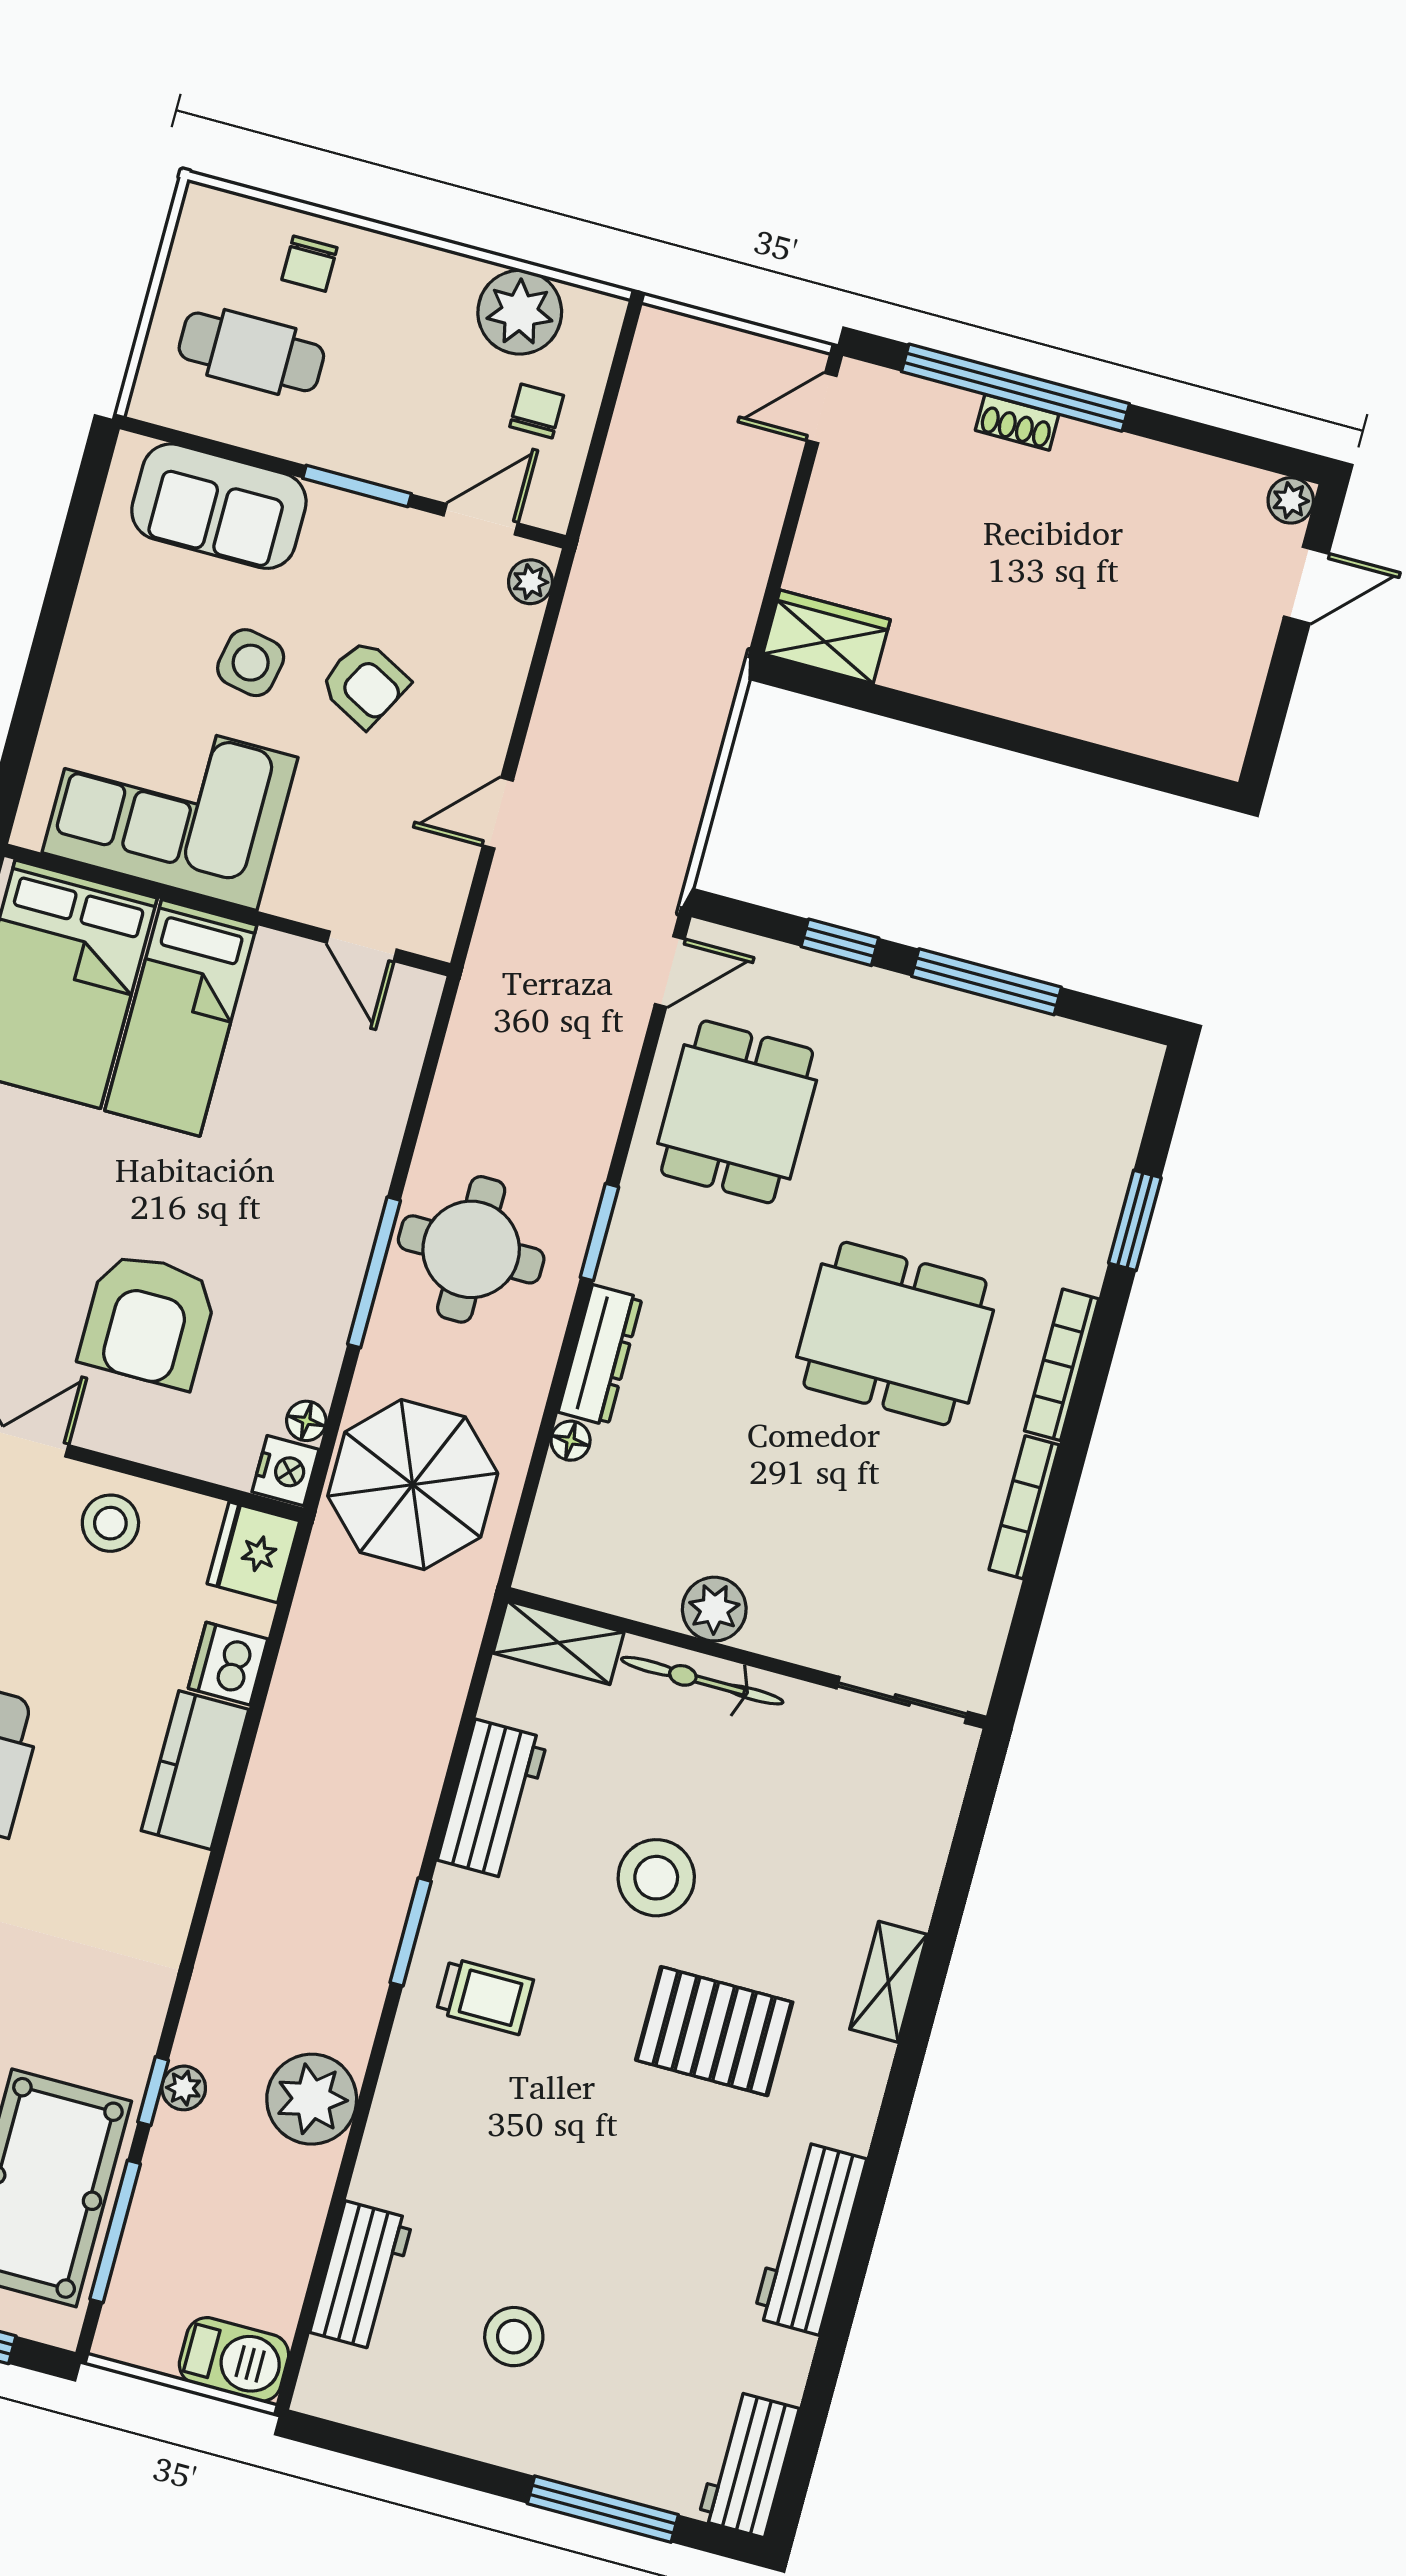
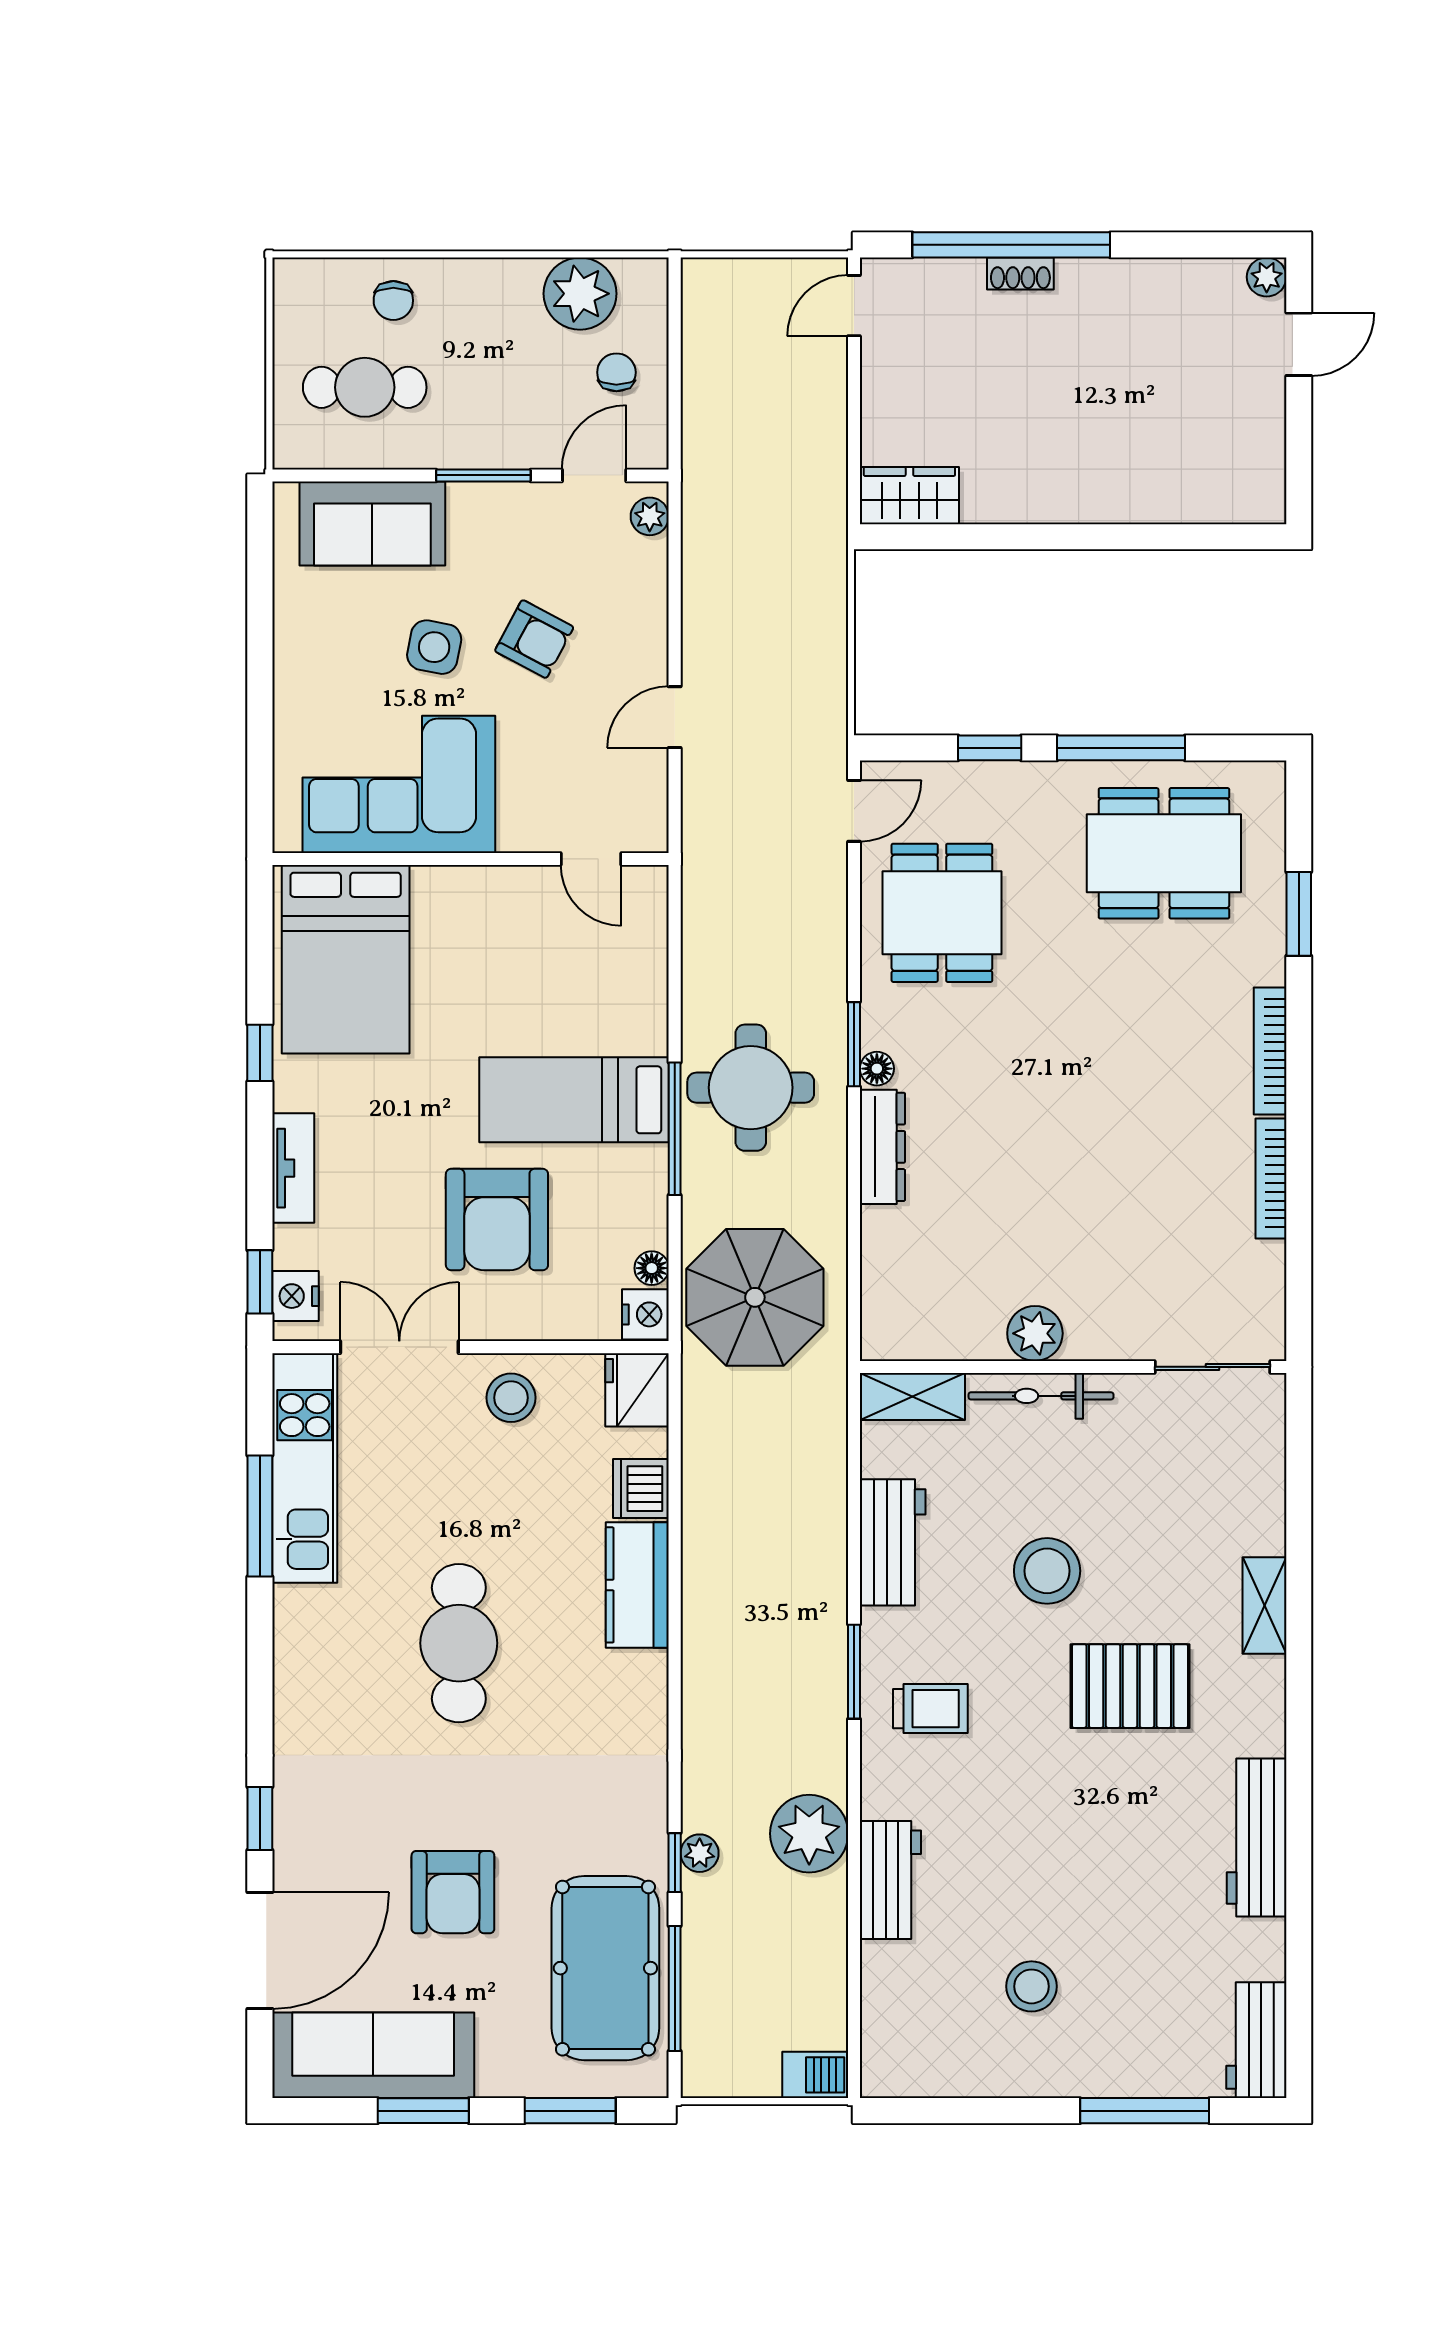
bed: (181, 1018) -> (574, 1100), moved, turned 90
dining table: (895, 1333) -> (1164, 853), moved
floor lamp: (571, 1441) -> (877, 1069), moved
workbench: (361, 2276) -> (890, 1880), moved
barbecue: (234, 2359) -> (815, 2075), width x0.73, depth x0.79

